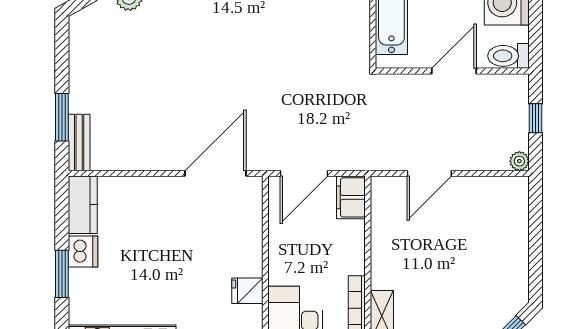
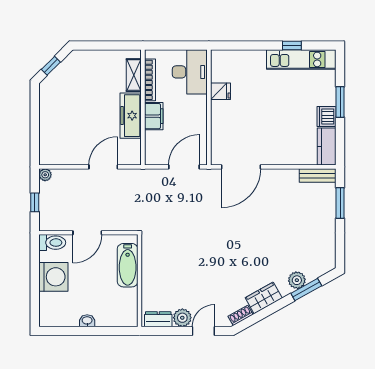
bench: (79, 142) -> (318, 175), moved, turned 90
filing cabinet: (351, 197) -> (154, 116), moved
freezer: (387, 253) -> (131, 116), added

